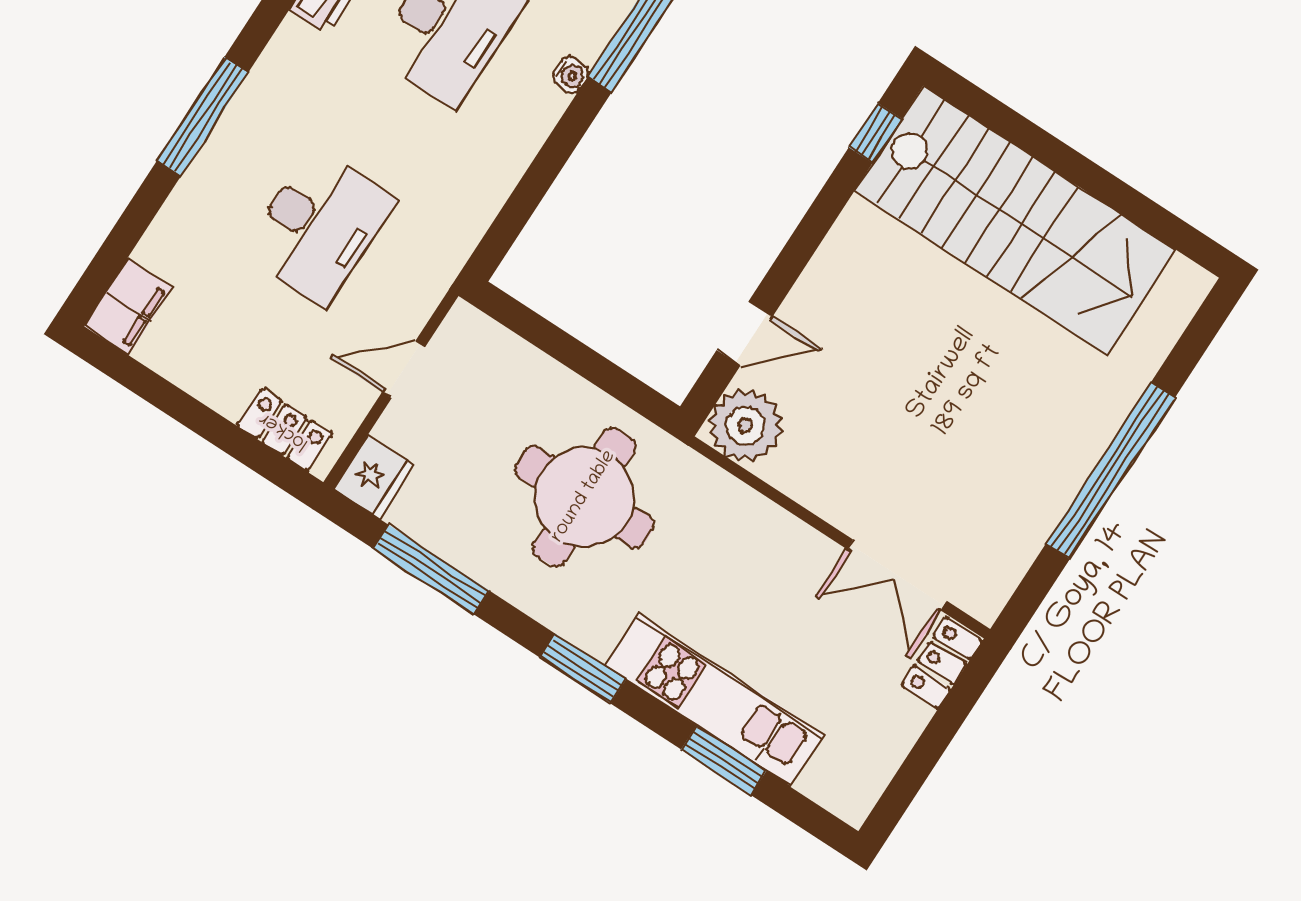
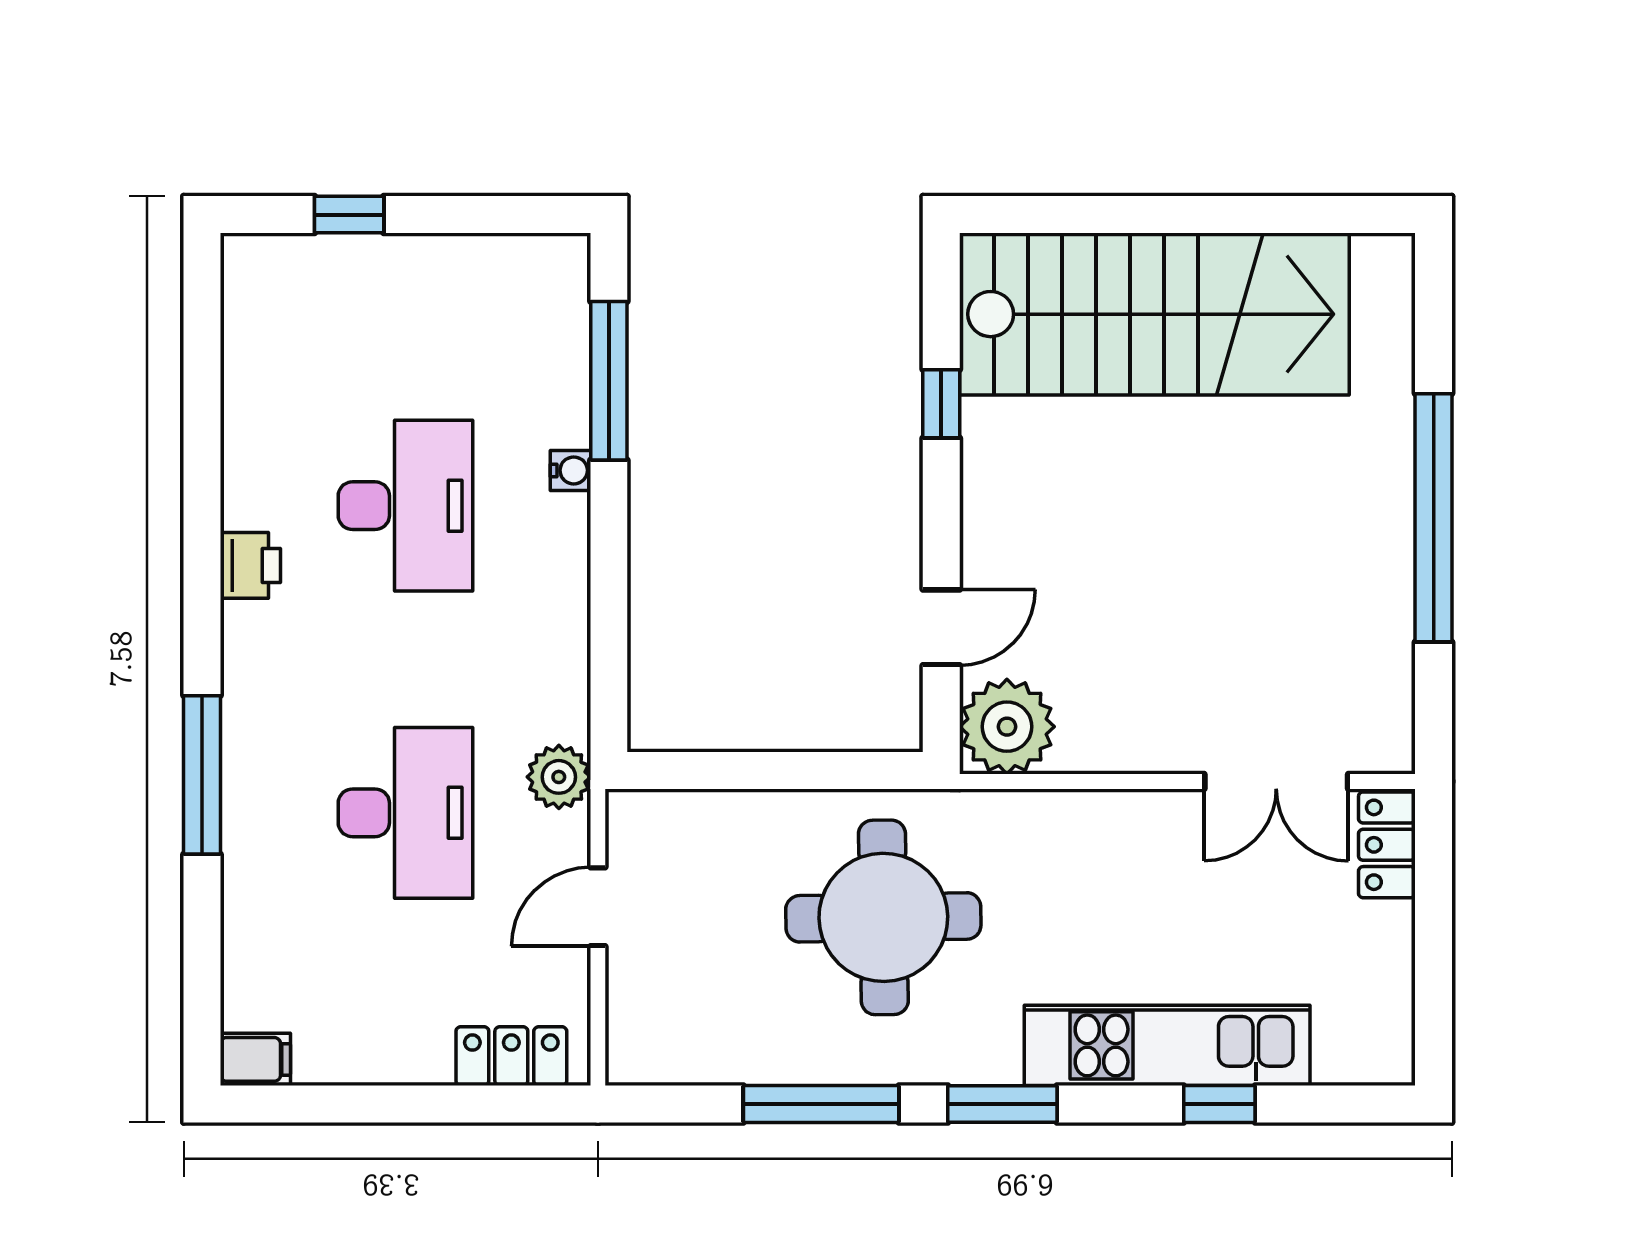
window: (875, 133) -> (941, 404), moved
plant: (433, 269) -> (559, 777), added
filing cabinet: (128, 307) -> (255, 1059), width x0.50
fridge: (374, 477) -> (641, 1044), removed
window: (431, 570) -> (821, 1104), moved
window: (724, 760) -> (1219, 1104), width x0.67

